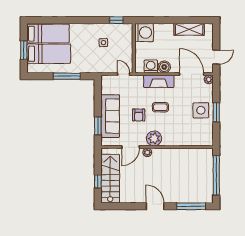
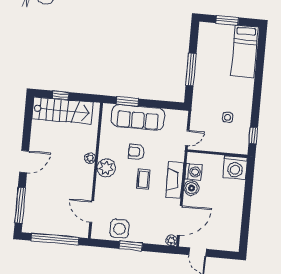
shelving: (189, 29) -> (234, 222), removed
bed: (49, 54) -> (220, 50), removed
side table: (201, 110) -> (119, 229), moved
door: (130, 147) -> (92, 212), moved

